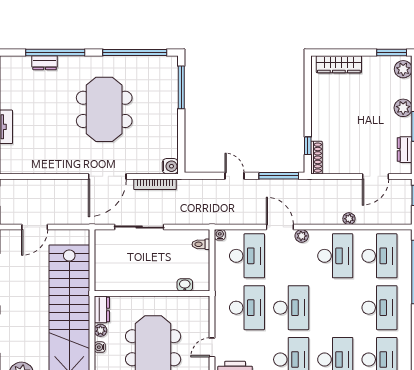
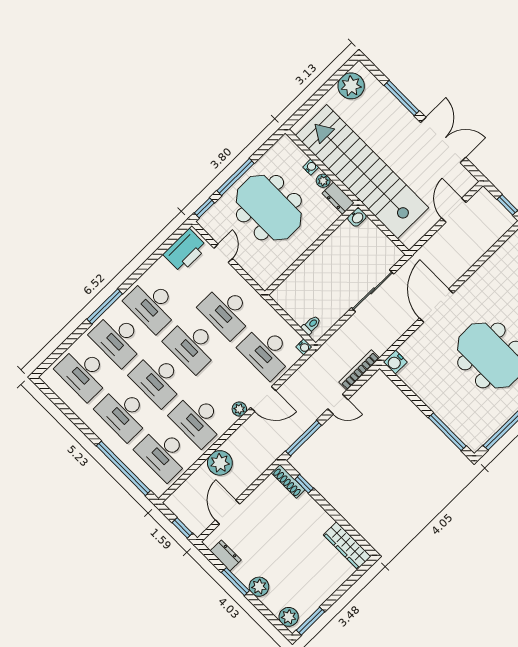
wardrobe: (339, 64) -> (347, 546), moved, turned -90
bookcase: (155, 184) -> (359, 370), moved
plant: (349, 219) -> (220, 463), width x1.87, depth x1.87
washbasin: (185, 285) -> (357, 217), moved
desk: (335, 308) -> (158, 379), added

